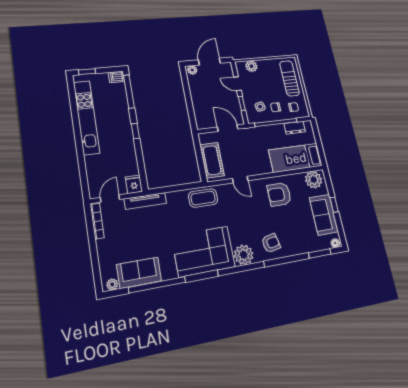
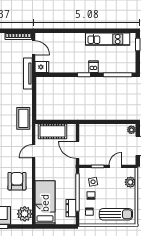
dishwasher: (116, 77) -> (93, 67), moved
kitchen unit: (86, 117) -> (108, 39), width x0.73
door: (228, 128) -> (78, 150), swing flipped

